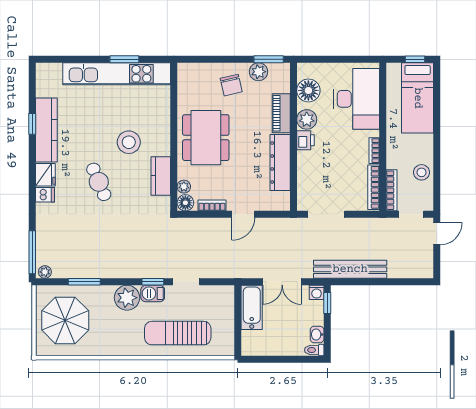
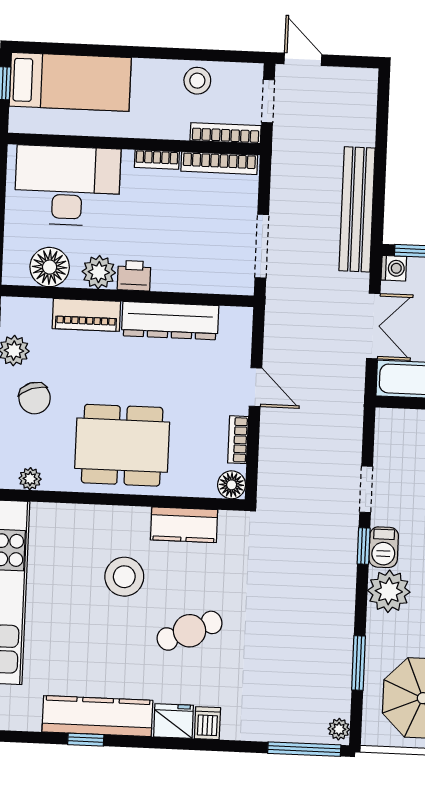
chair: (231, 85) -> (35, 398), turned 84
plant: (184, 187) -> (30, 479), moved

